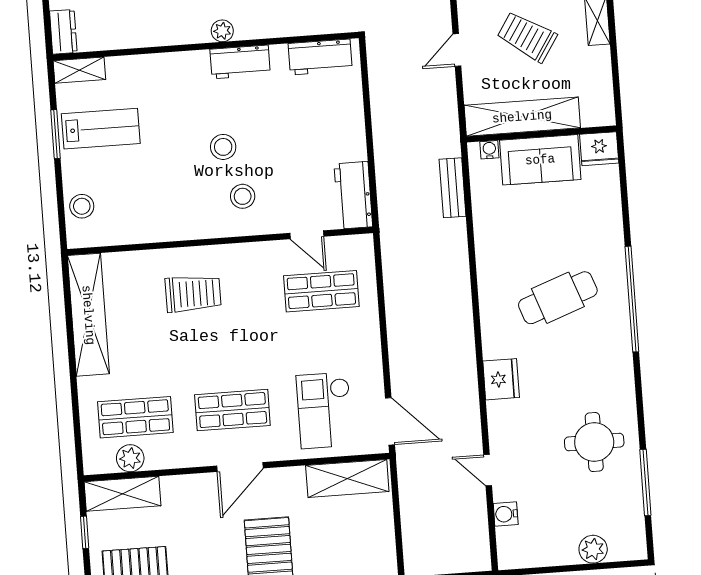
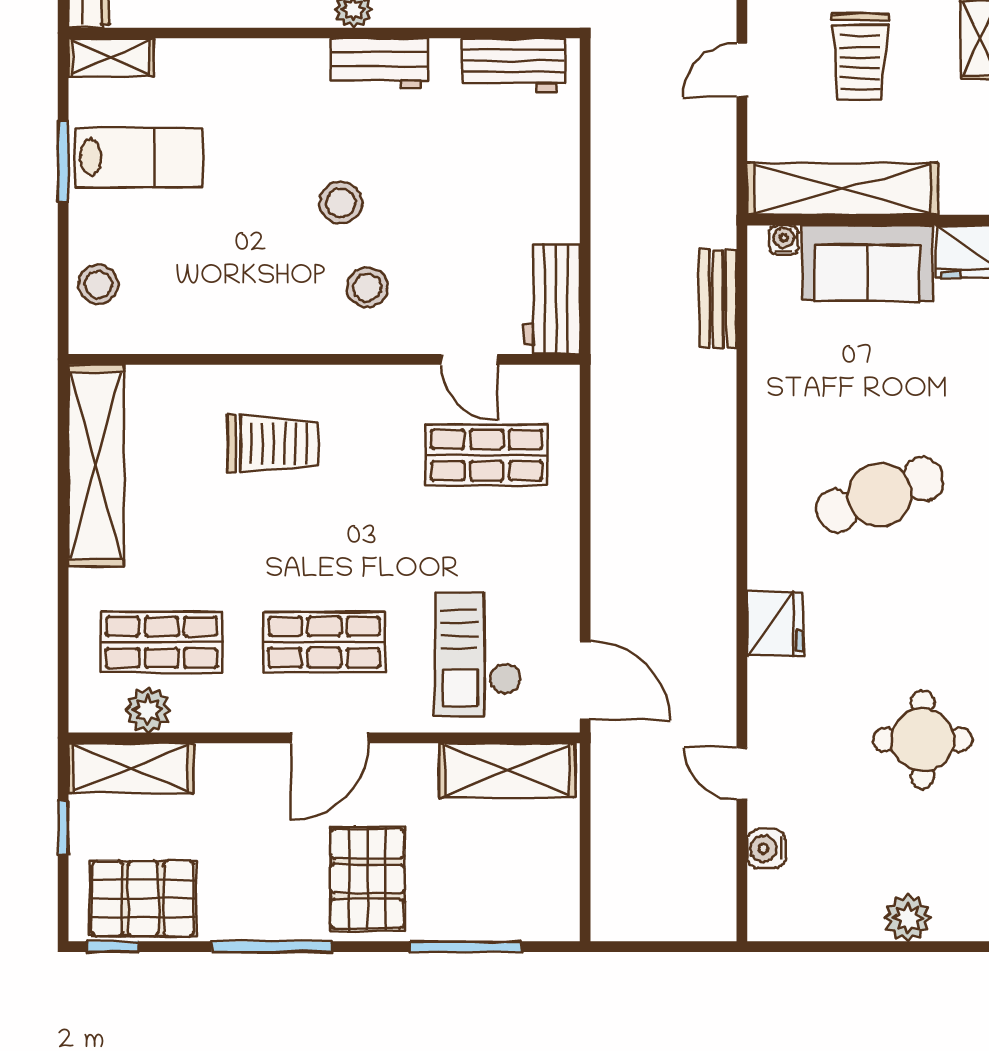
trolley: (527, 37) -> (860, 56), turned -123

